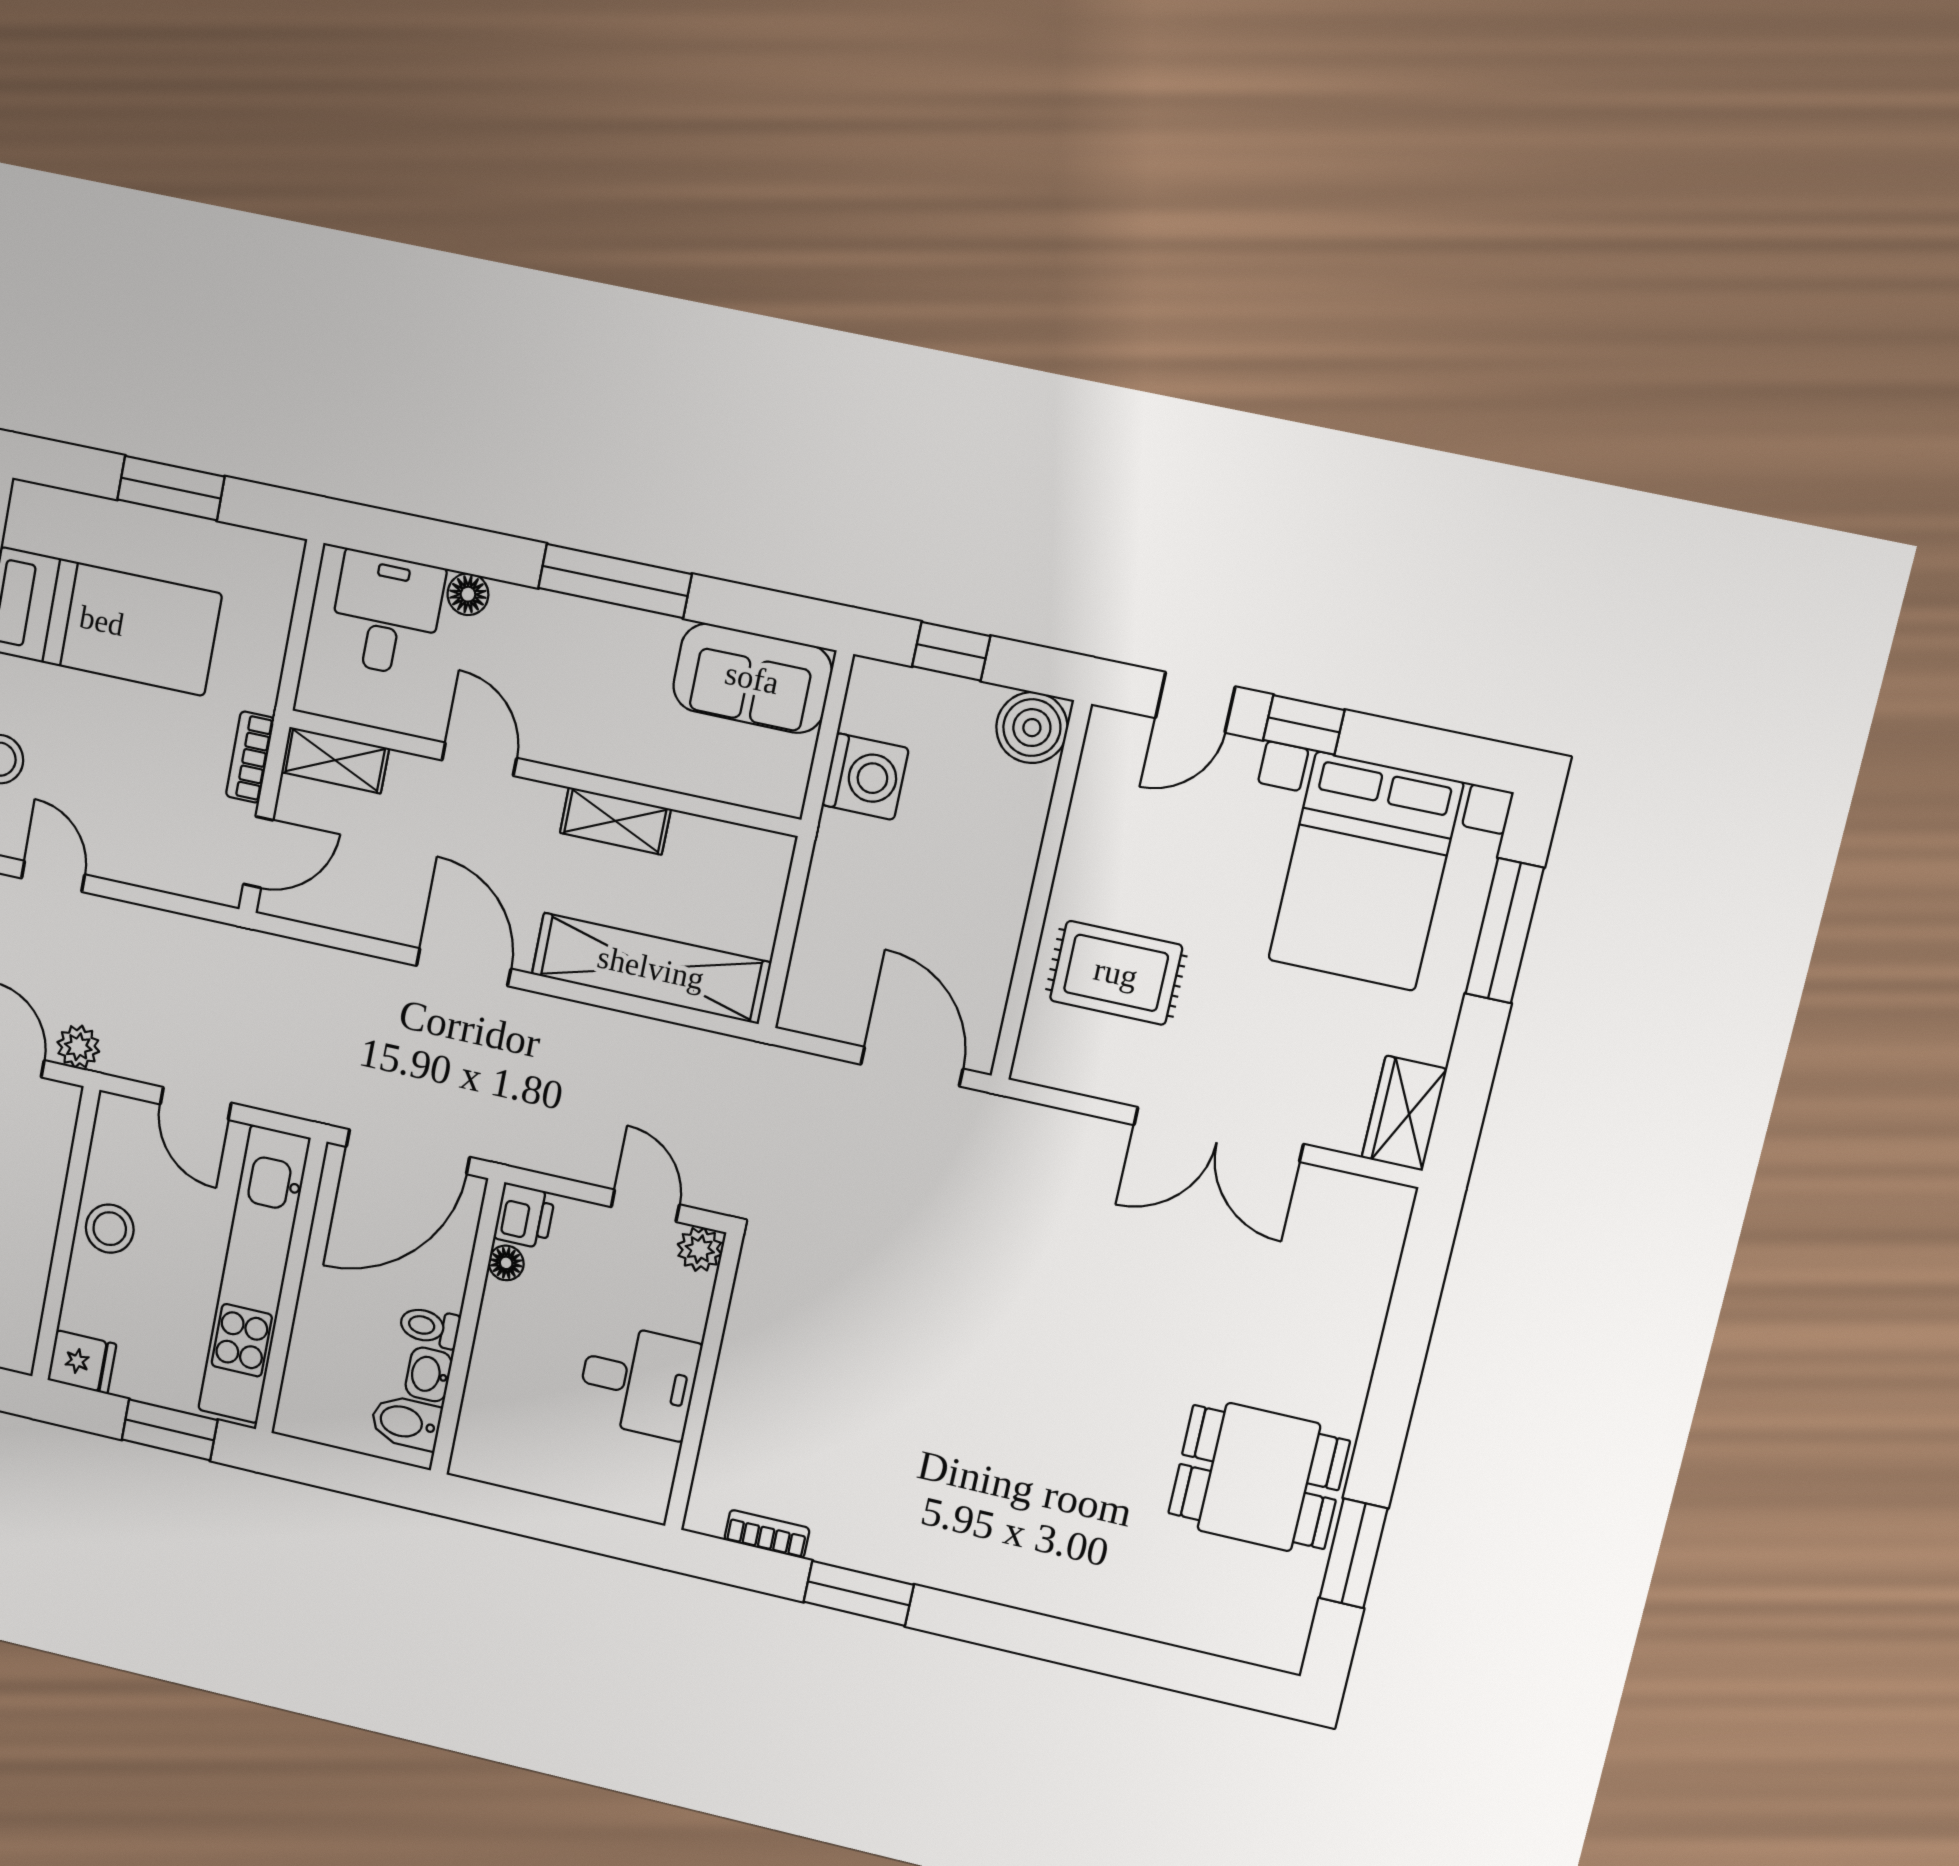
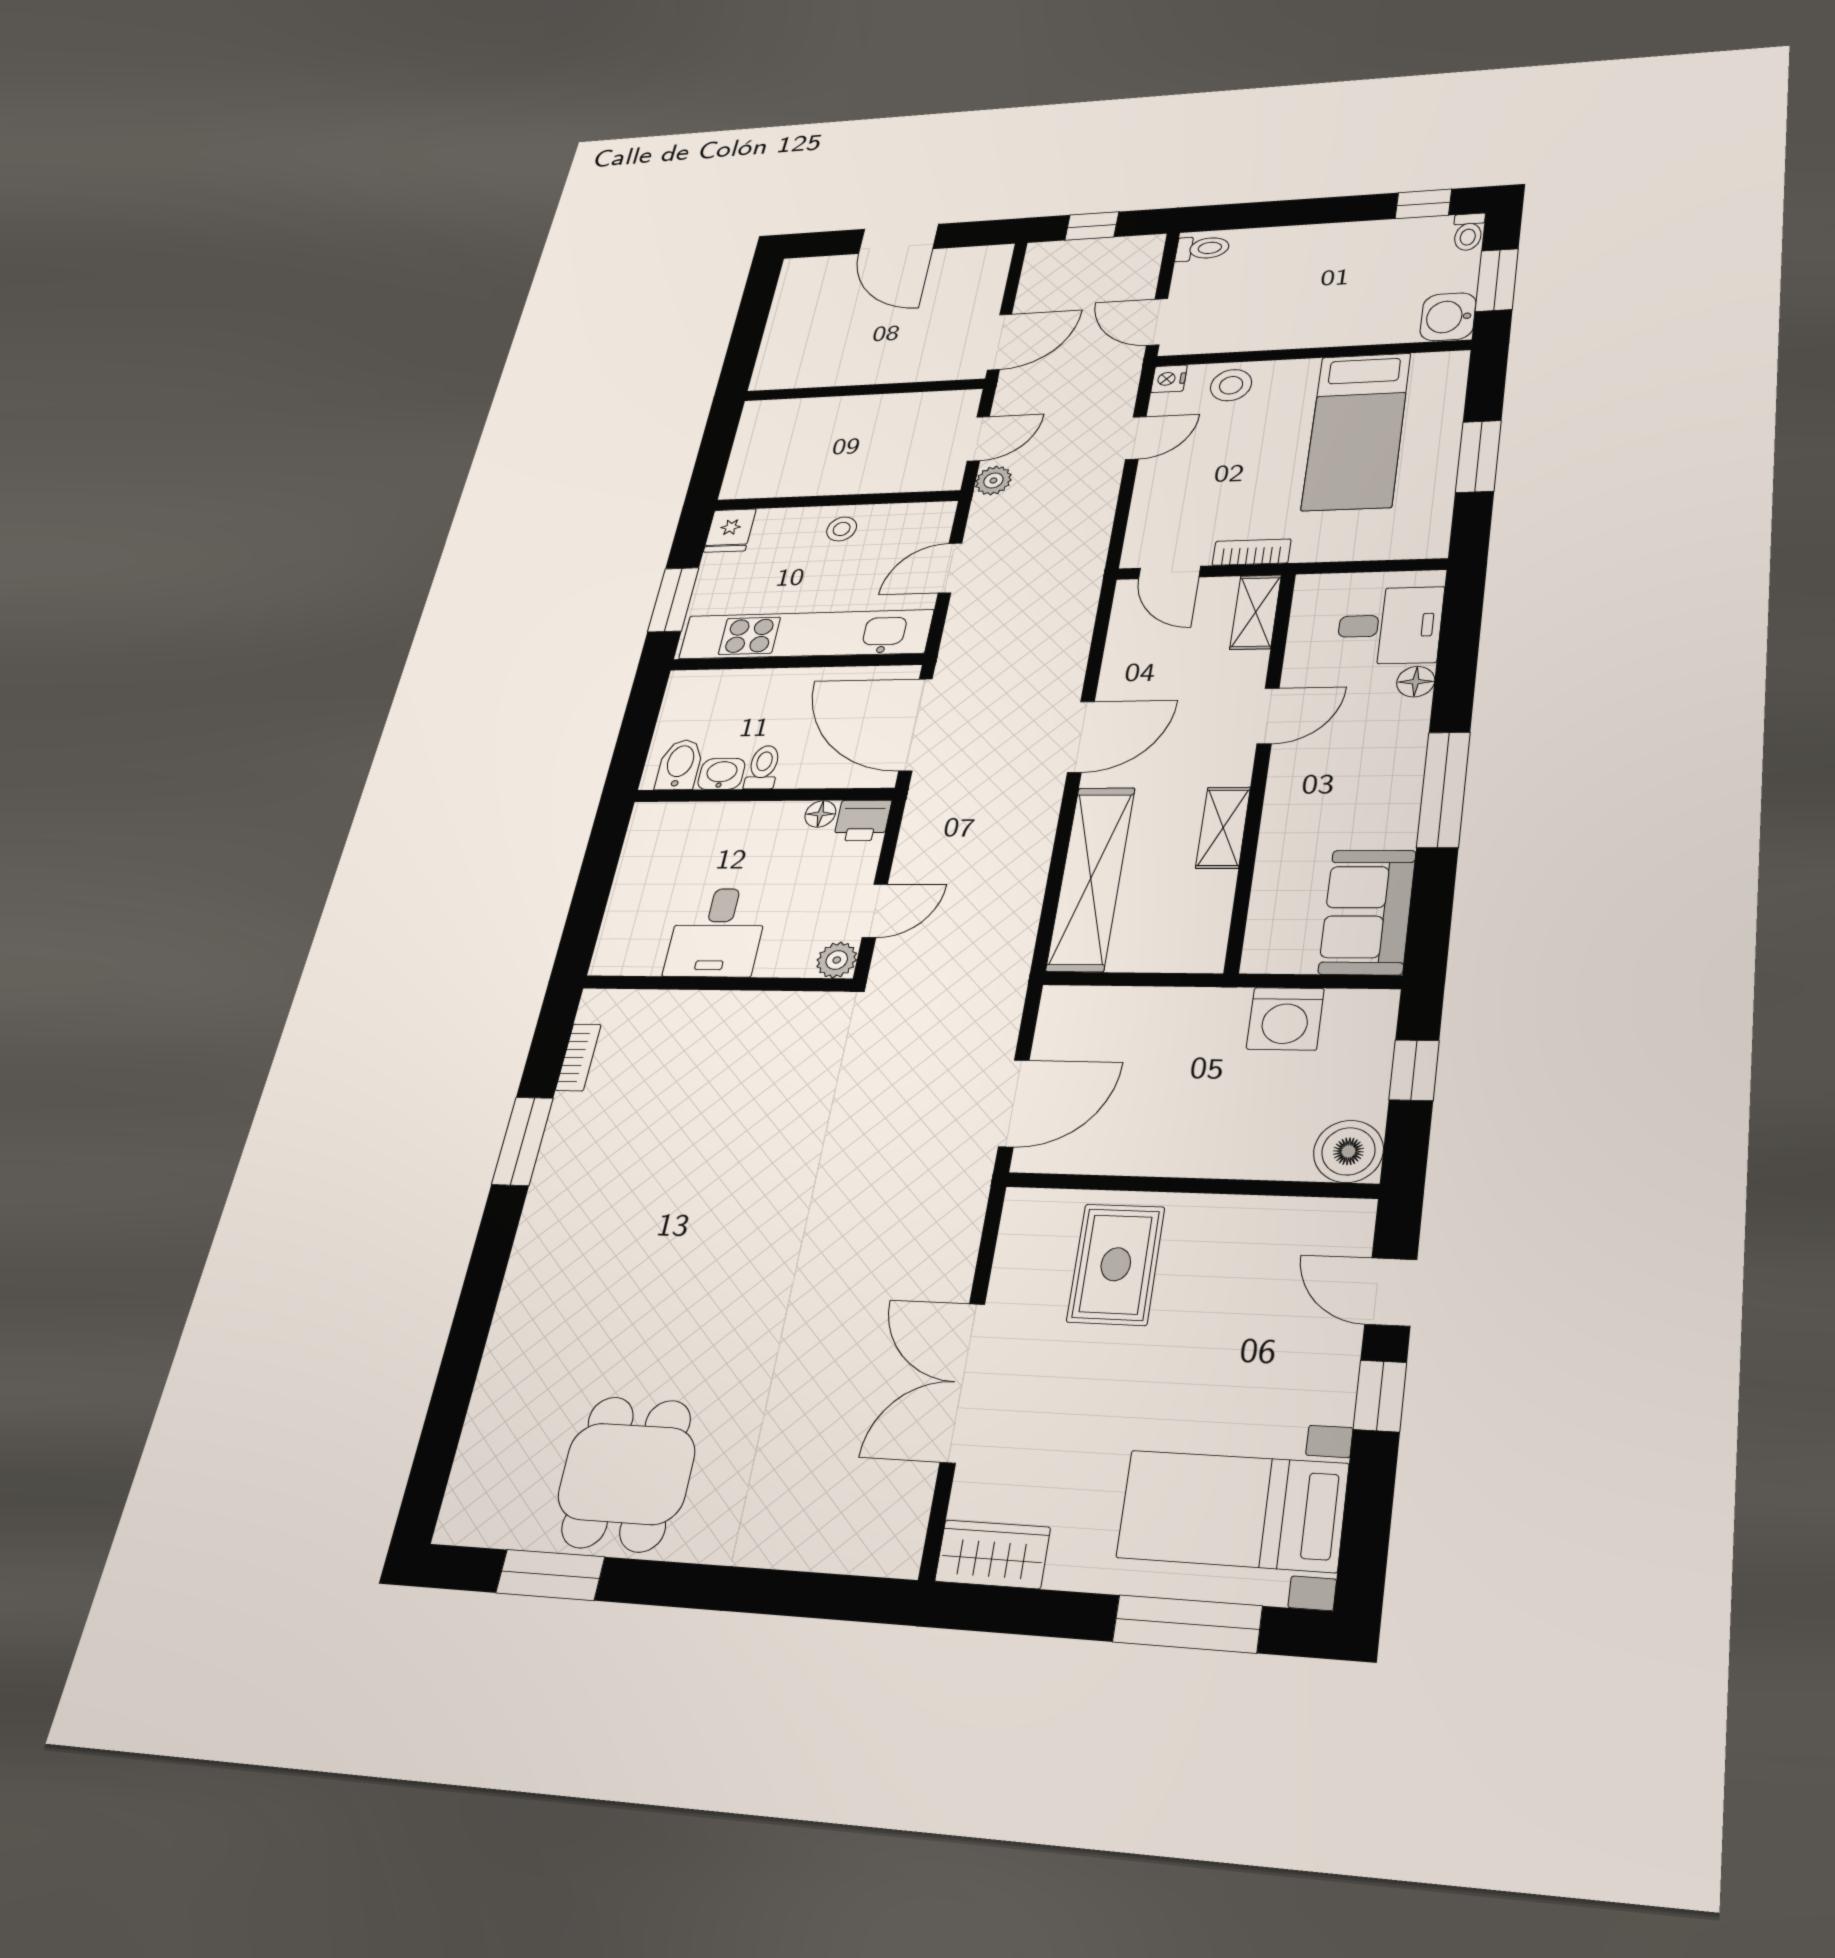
bed with nightstands: (1366, 871) -> (1232, 1511), width x0.73
stool: (110, 1229) -> (842, 529), width x0.73, depth x0.73

